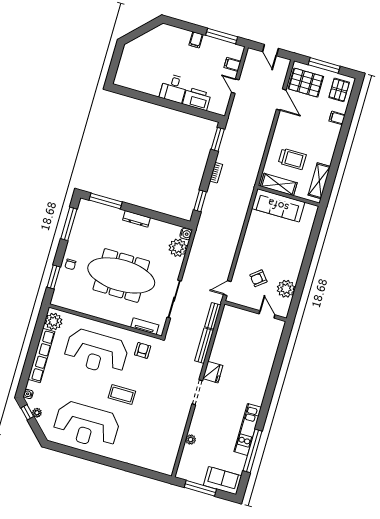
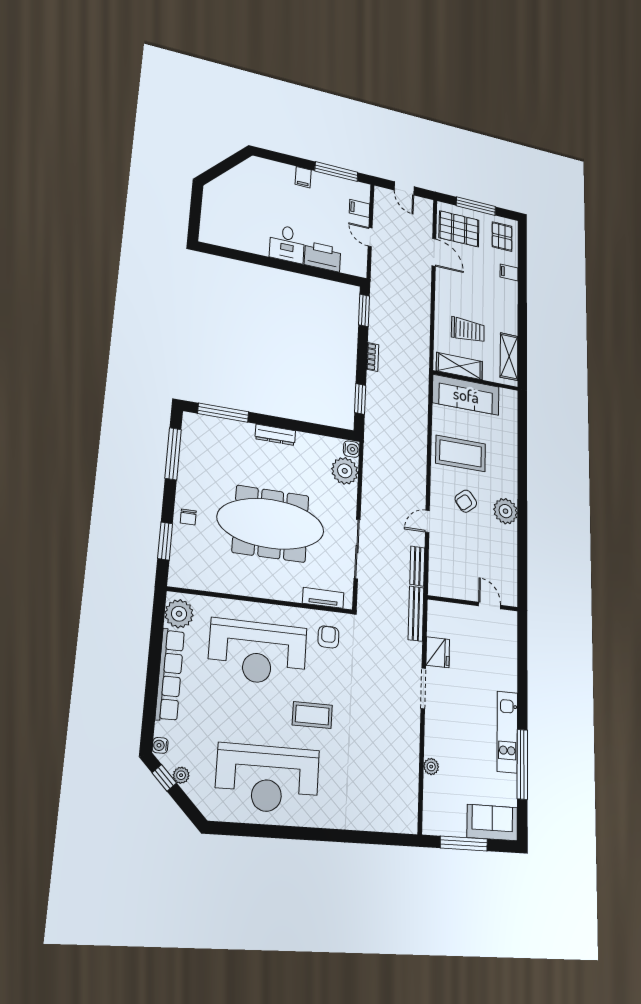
coffee table: (263, 246) -> (461, 453), added
wall: (256, 311) -> (473, 603), moved
door: (267, 314) -> (490, 606), moved

